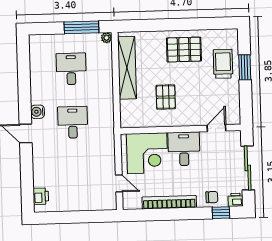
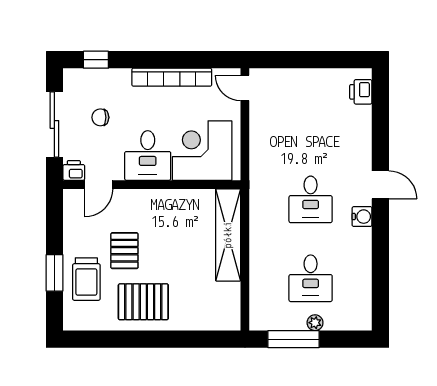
plant: (106, 38) -> (315, 323), moved
shelving: (127, 68) -> (228, 235), moved
pallet: (166, 97) -> (124, 251), moved
door: (119, 183) -> (245, 88), moved
chair: (212, 197) -> (100, 117), moved
printer: (236, 200) -> (74, 170), moved, turned 180

